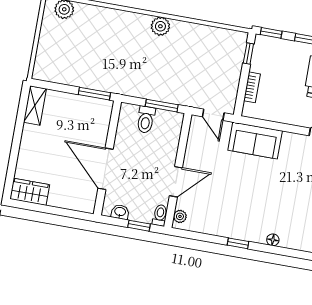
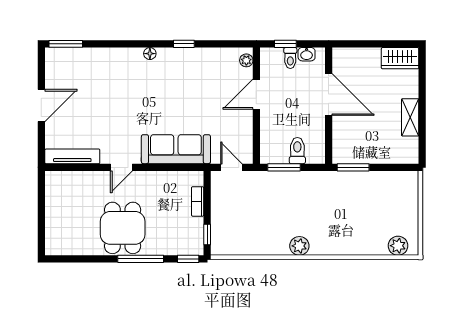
shelving: (35, 105) -> (410, 117), moved
sofa: (255, 140) -> (176, 149), width x1.36
toilet: (160, 215) -> (290, 58), moved

